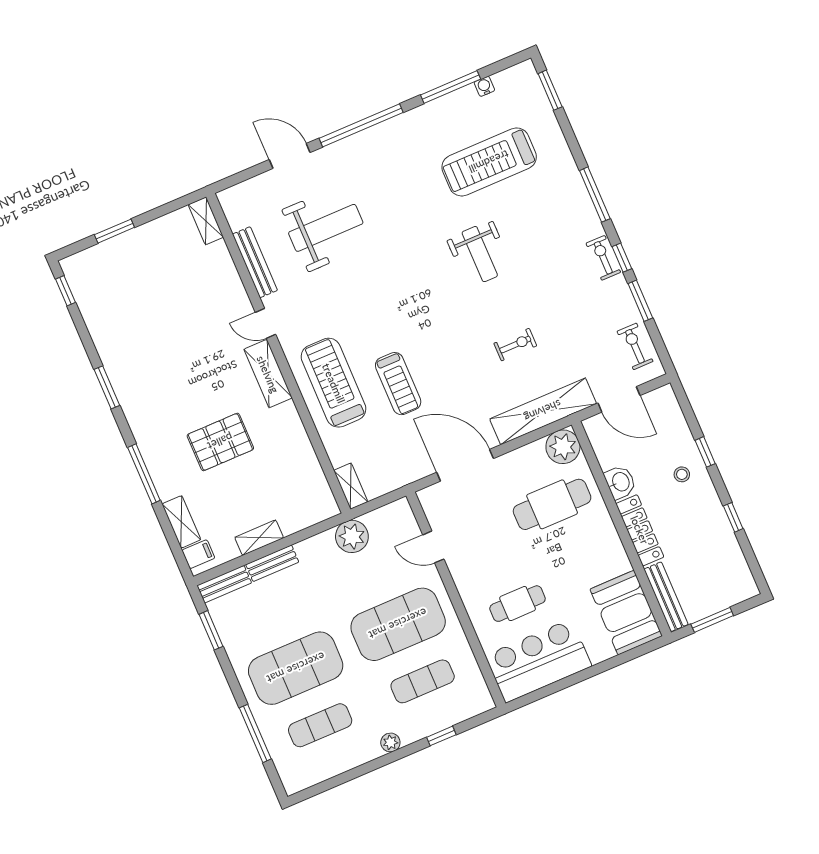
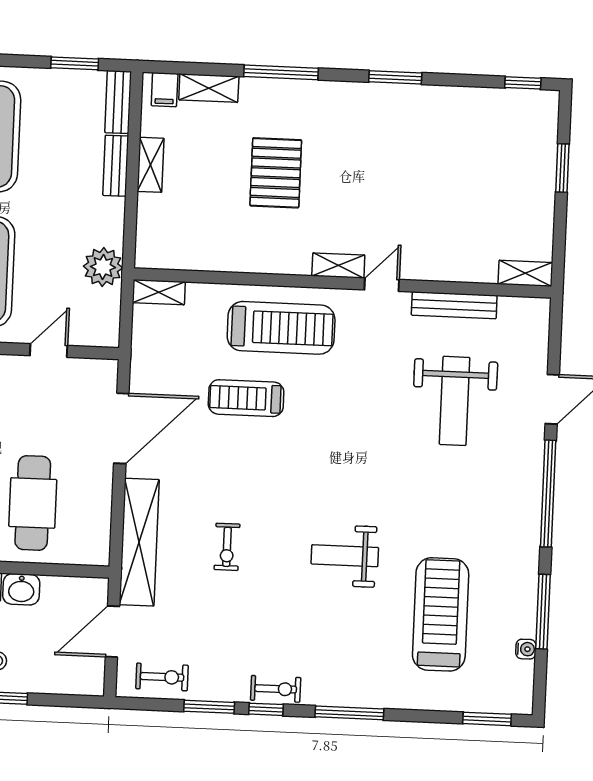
shelving: (268, 374) -> (338, 266), width x0.67, depth x0.75
plant: (563, 447) -> (90, 545), removed

